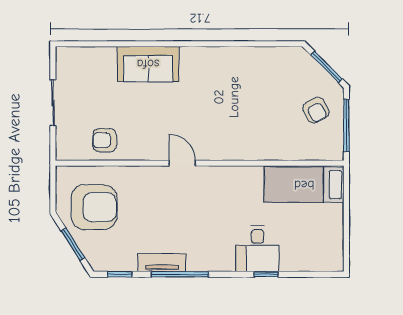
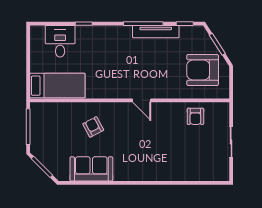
sofa: (148, 64) -> (91, 169), moved
armchair: (316, 110) -> (93, 127), moved
armchair: (105, 140) -> (195, 116), turned 90
desk: (257, 249) -> (60, 41), moved
tv unit: (162, 263) -> (156, 32), width x1.41

